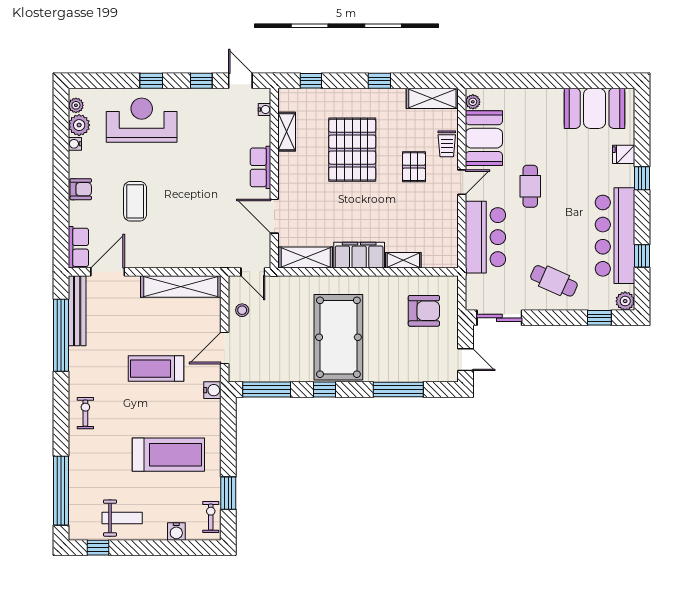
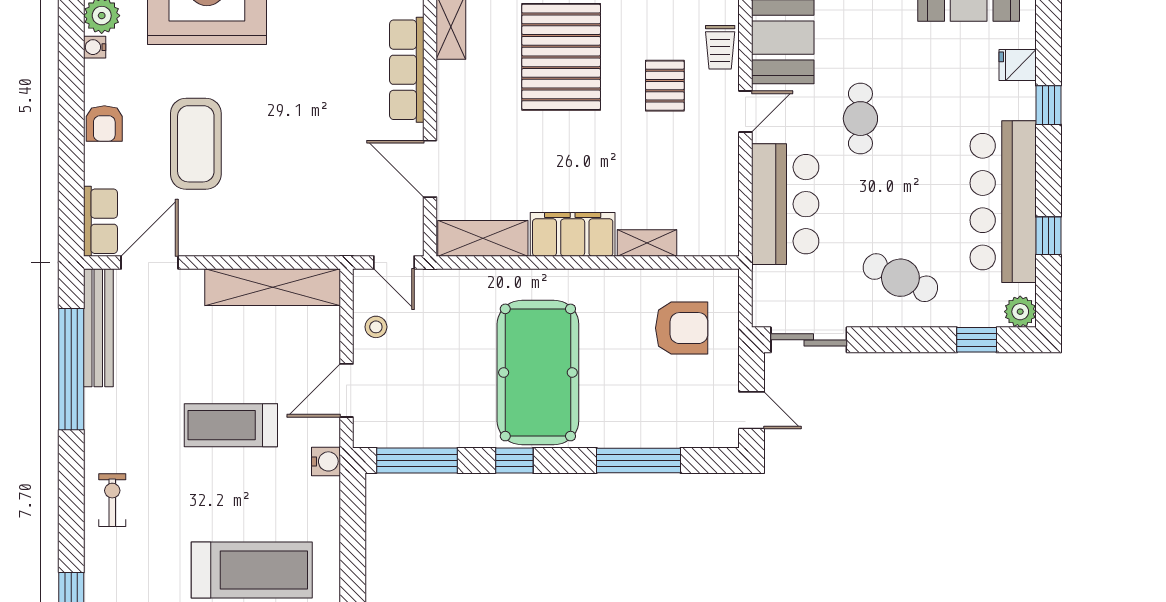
row of seats: (260, 167) -> (407, 70), width x1.48
armchair: (81, 189) -> (104, 123), turned 90
coffee table: (135, 201) -> (196, 144), width x1.36, depth x1.32

